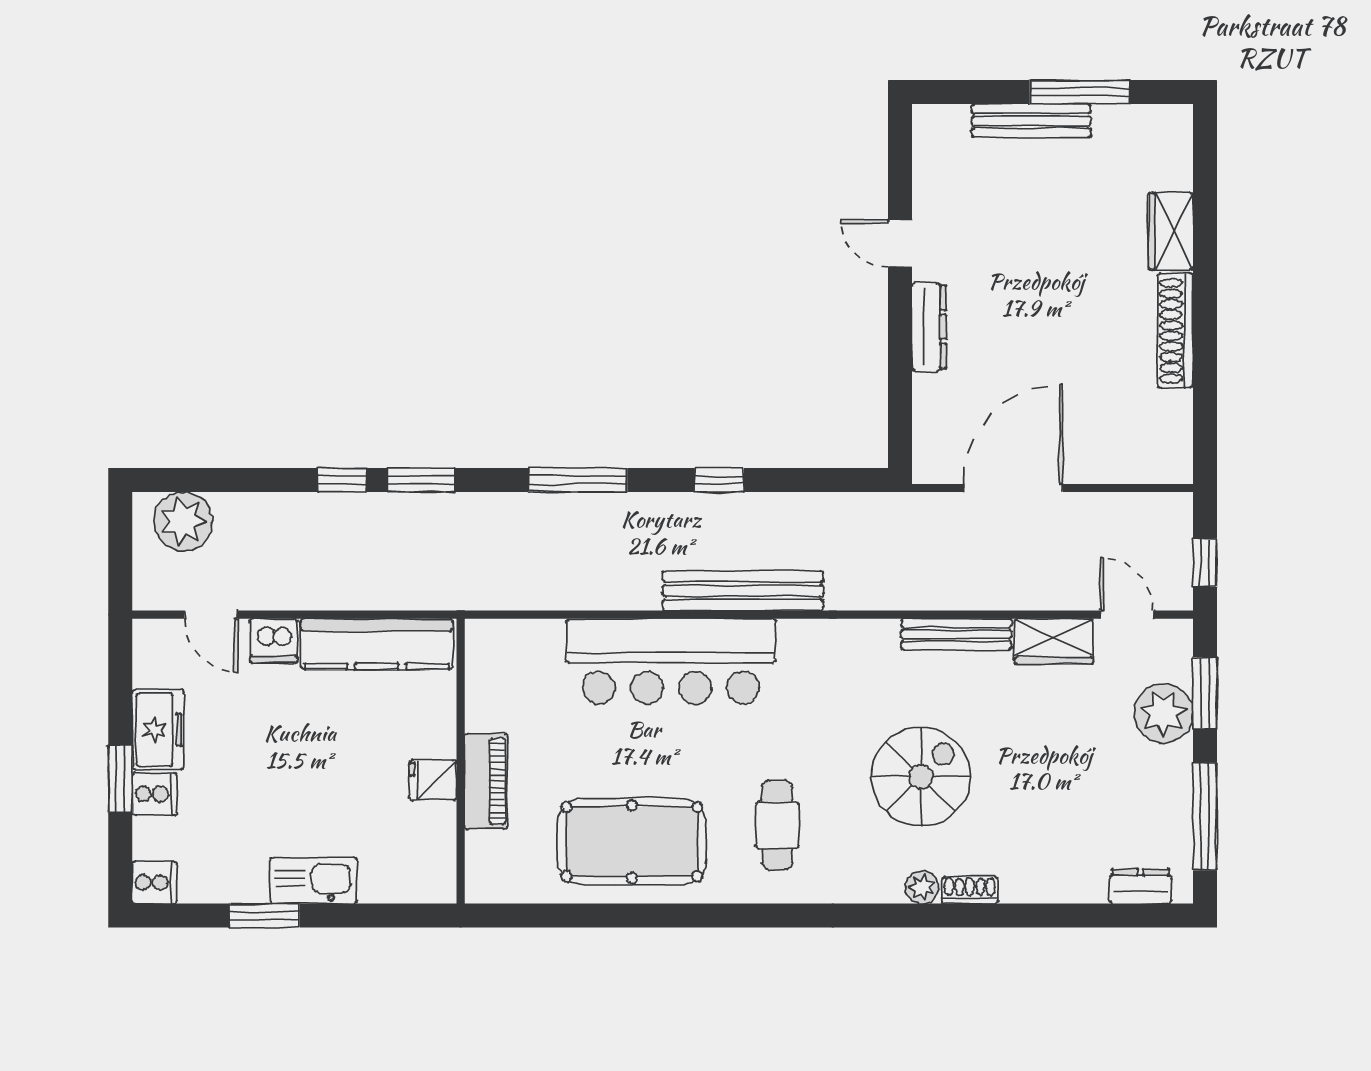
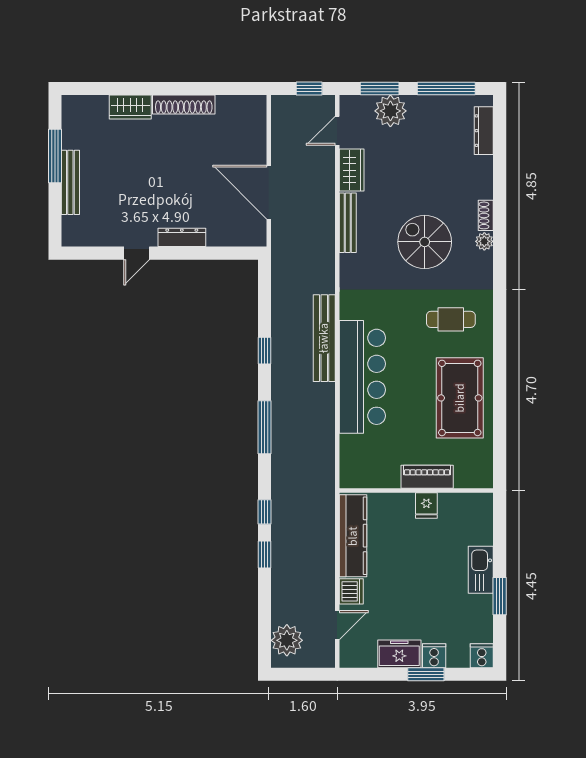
window: (421, 480) -> (265, 512), width x0.67
dresser: (1141, 886) -> (484, 131), width x1.44

